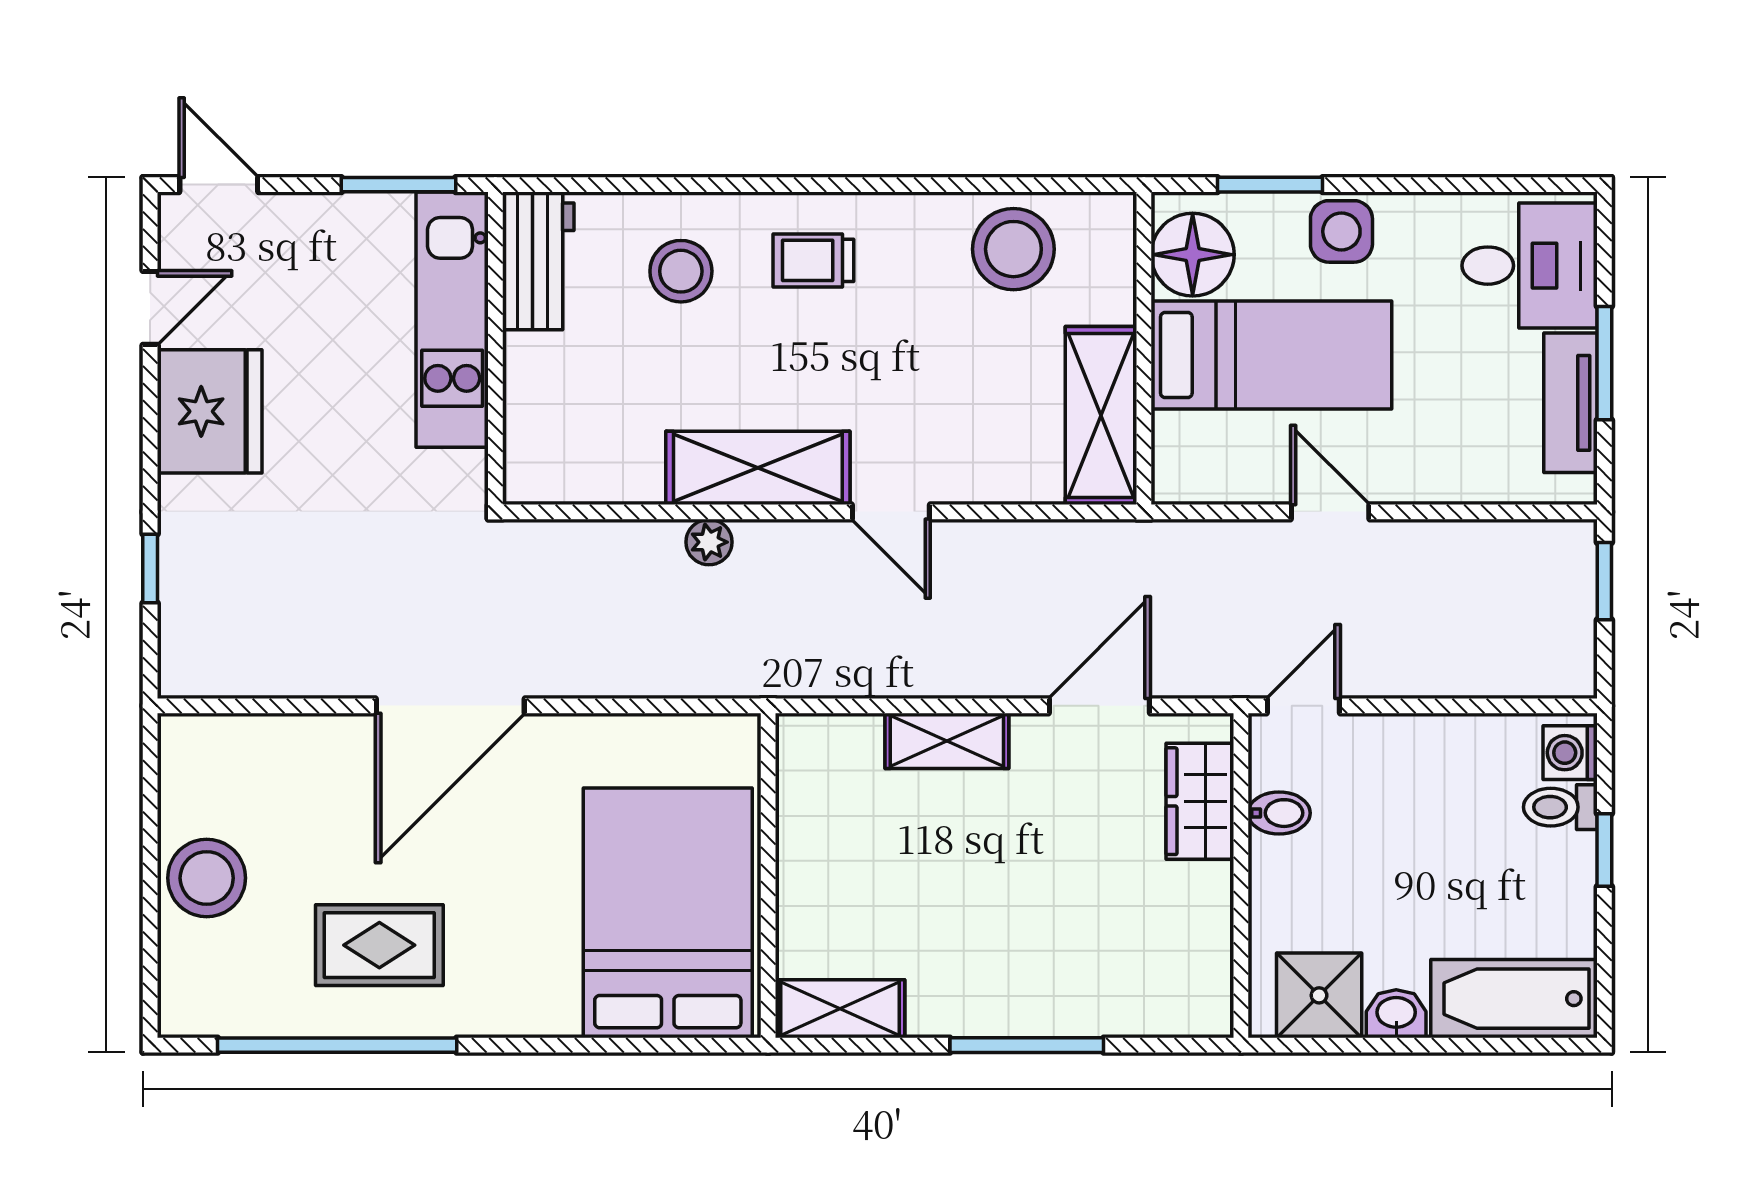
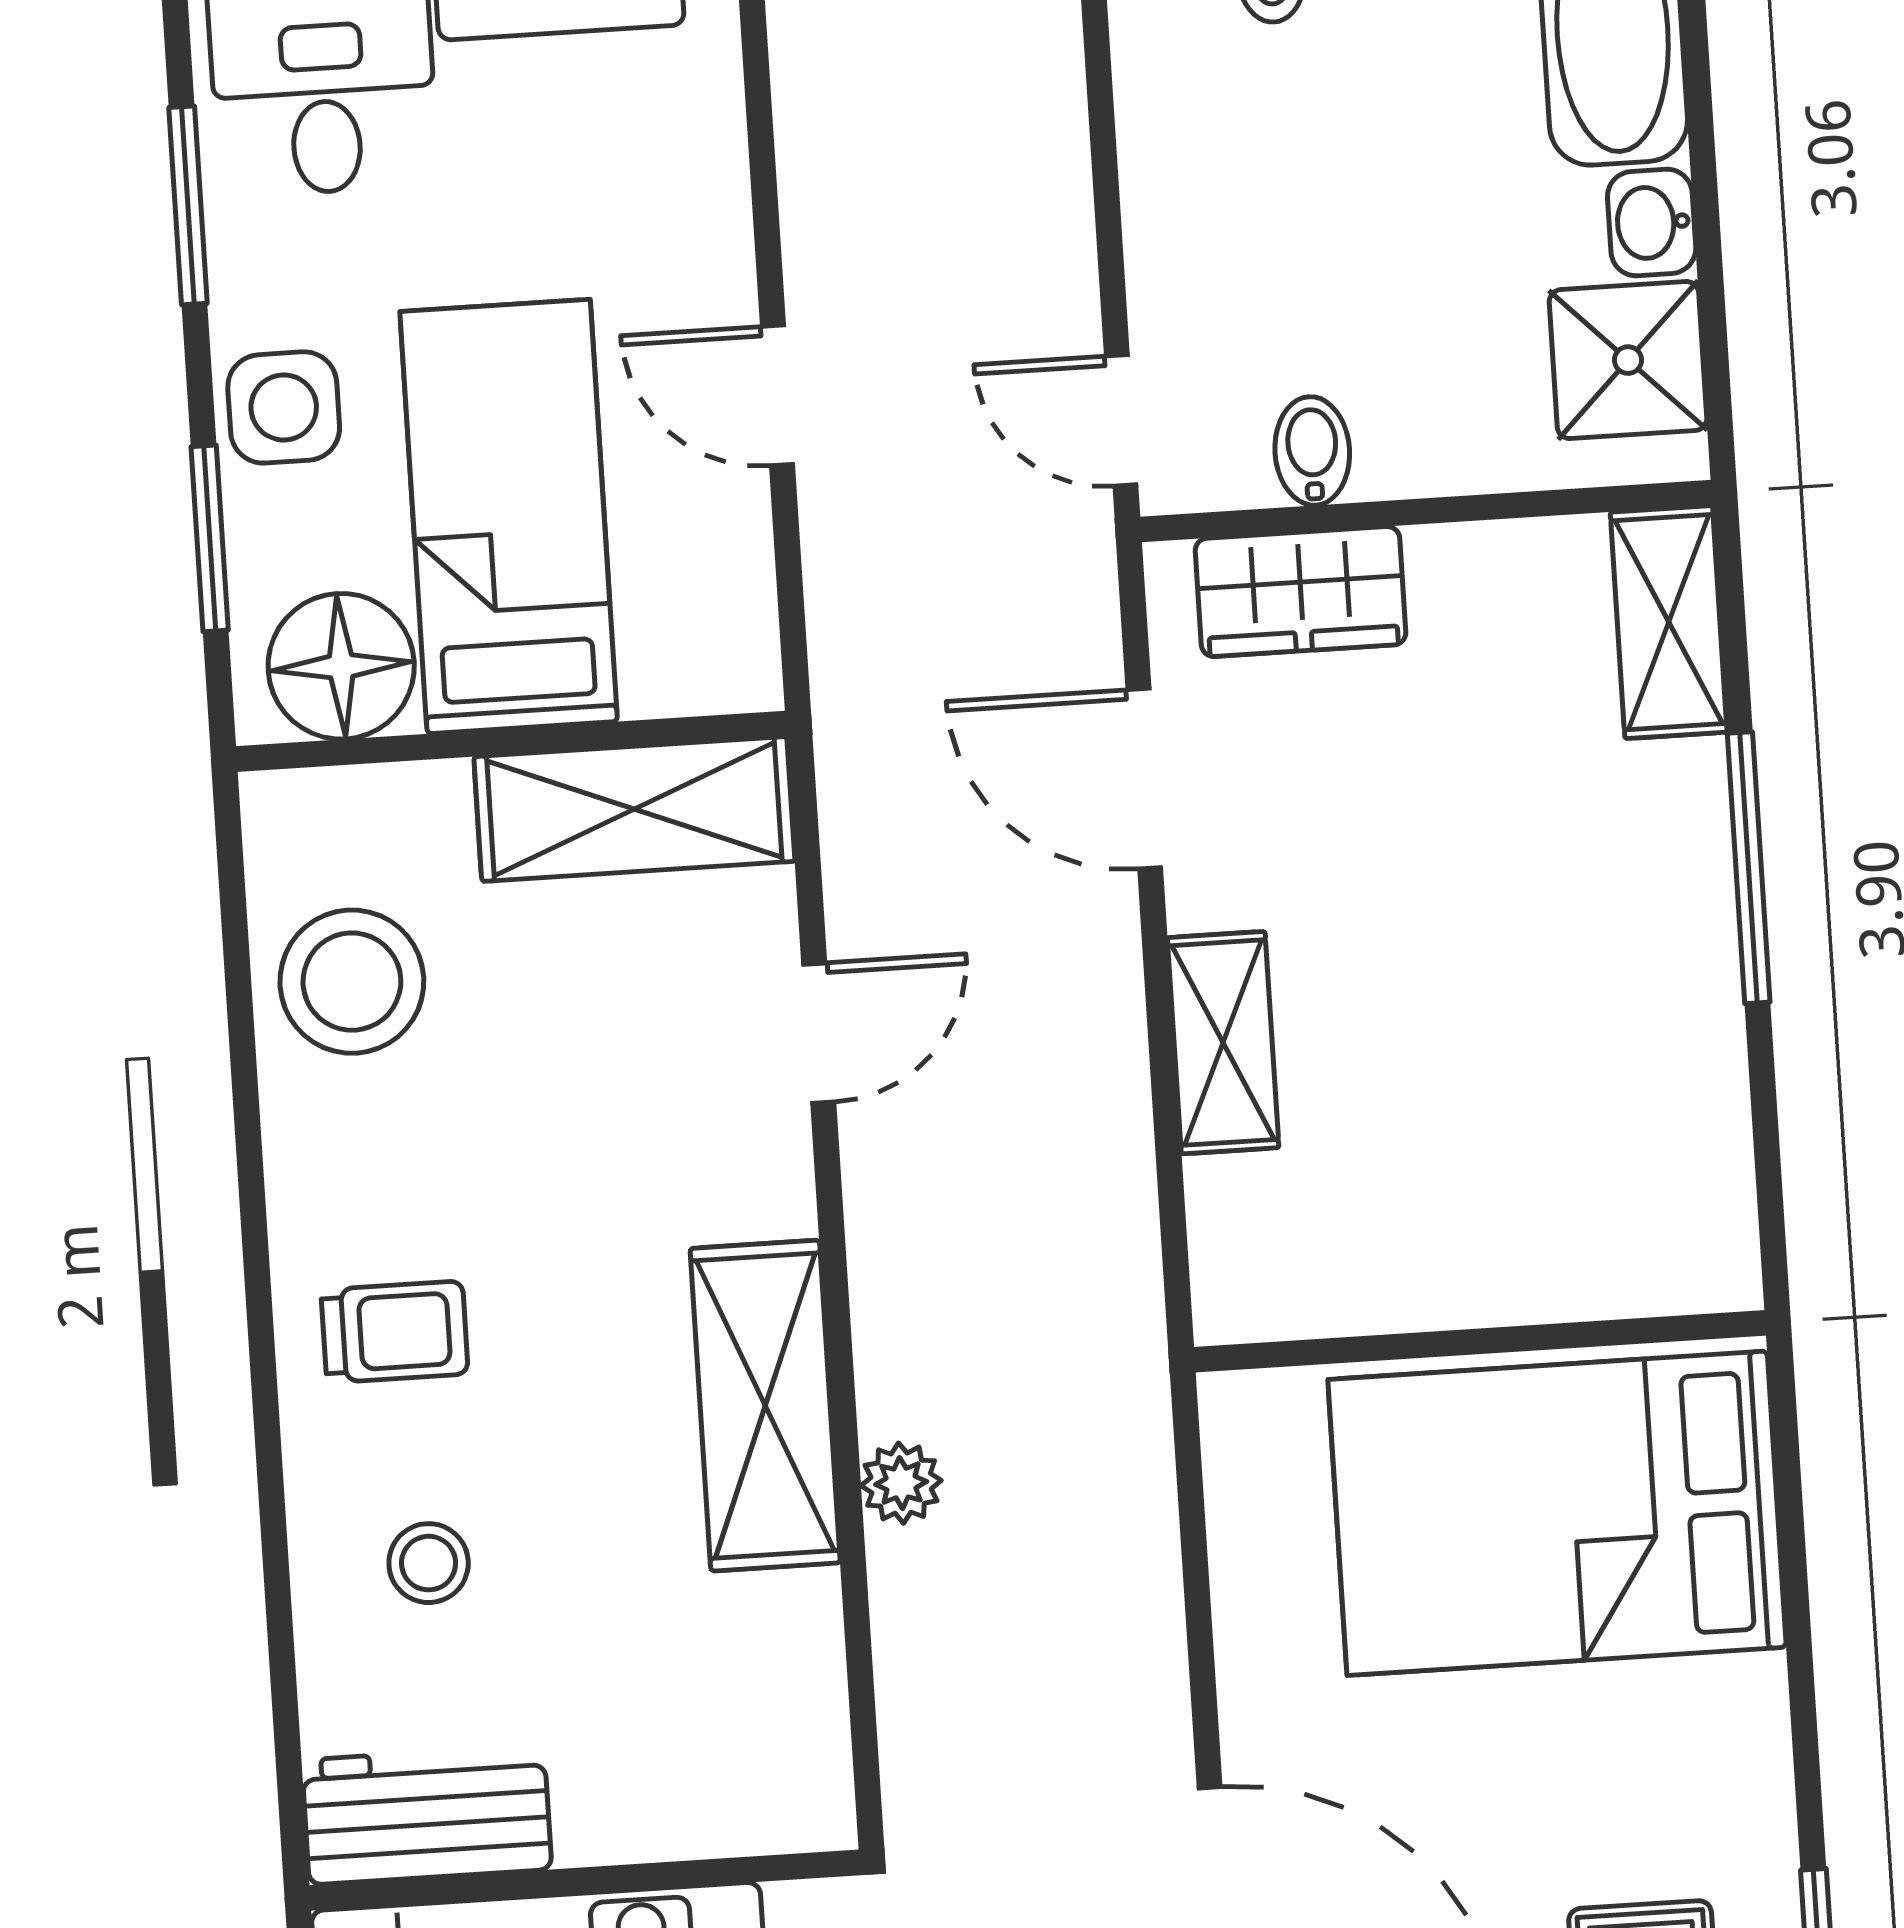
window: (1460, 185) -> (188, 205), added
trolley: (813, 260) -> (395, 1332), turned -90
stool: (681, 271) -> (429, 1563), width x0.73, depth x0.73
door: (891, 512) -> (819, 1033), moved
door: (1330, 512) -> (778, 395), hinge flipped
shelving: (840, 1009) -> (1669, 622), moved

